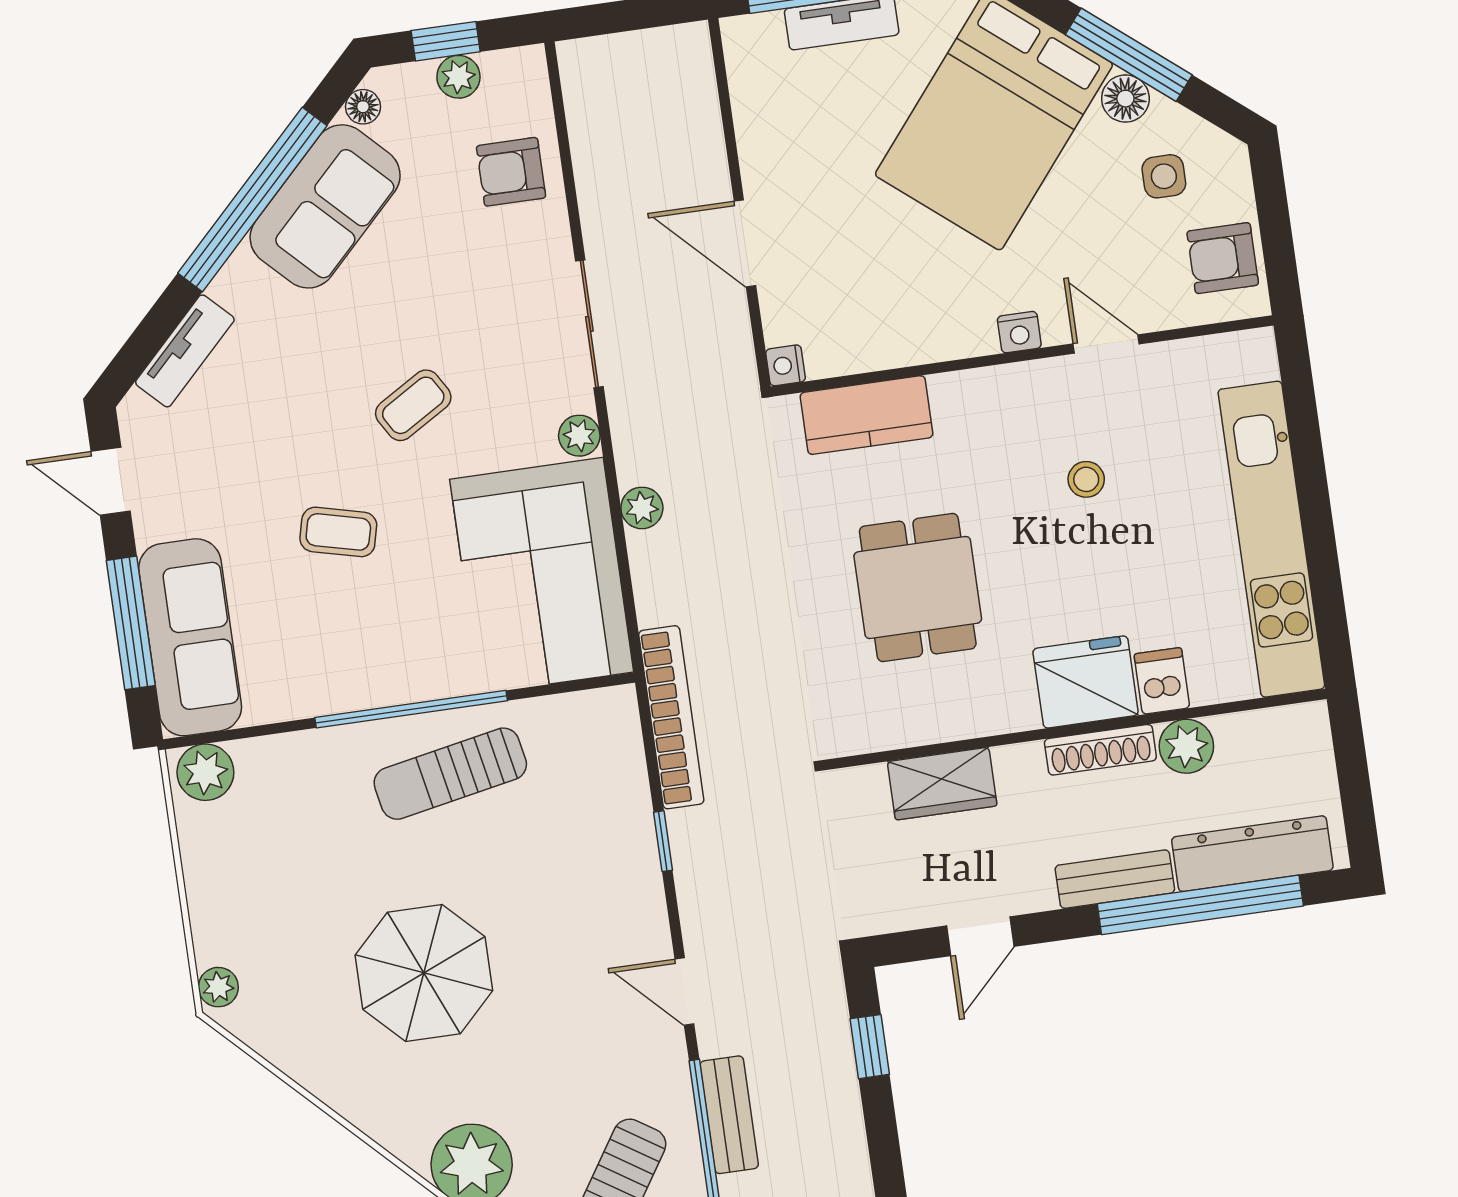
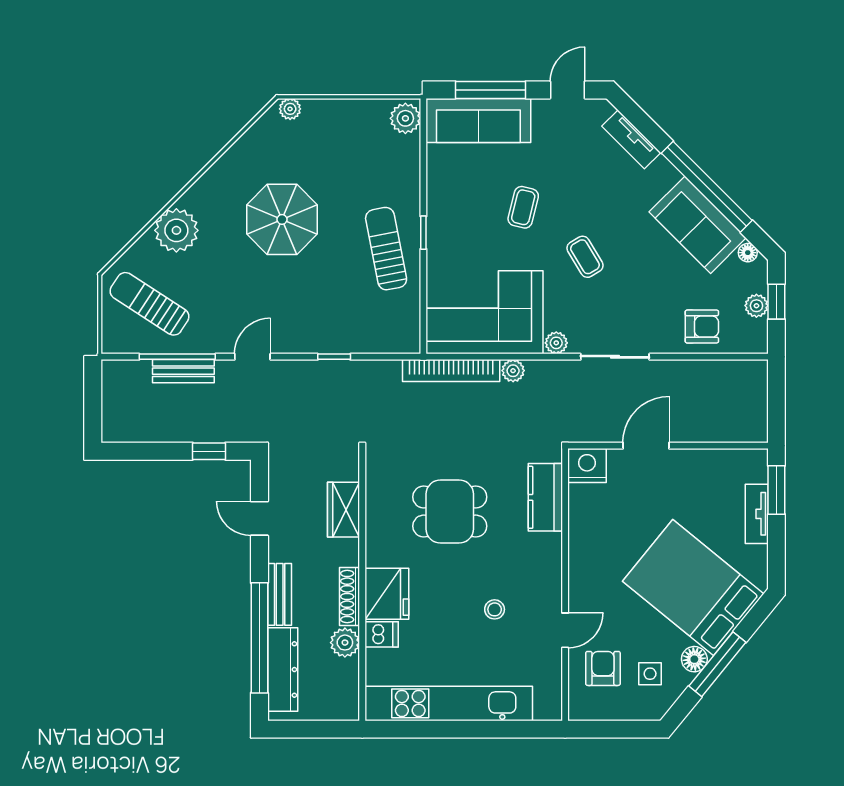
armchair: (511, 172) -> (702, 327), turned 90
armchair: (1223, 258) -> (603, 668), moved
nightstand: (1019, 332) -> (578, 585), removed
nightstand: (785, 365) -> (587, 466), width x1.89, depth x1.79
window: (411, 709) -> (423, 233), width x0.32
bookcase: (671, 717) -> (451, 371), moved

